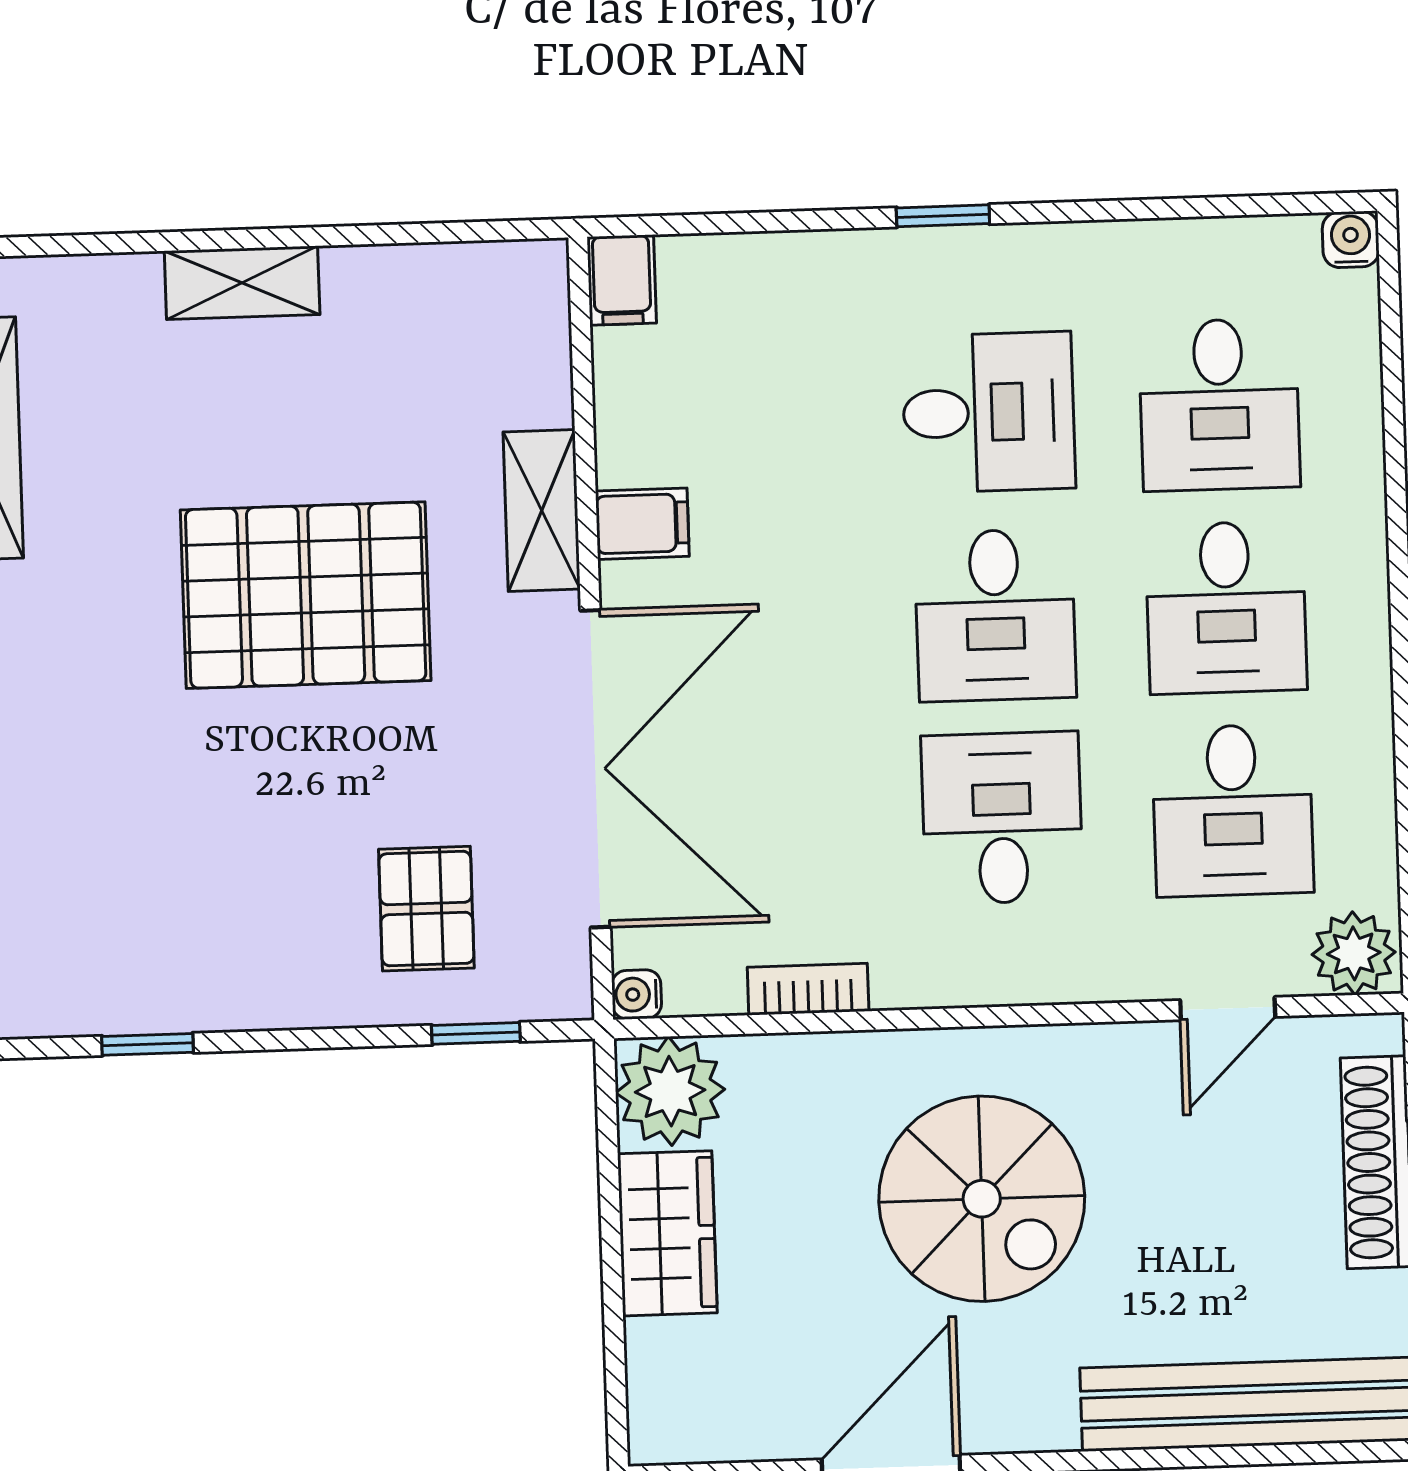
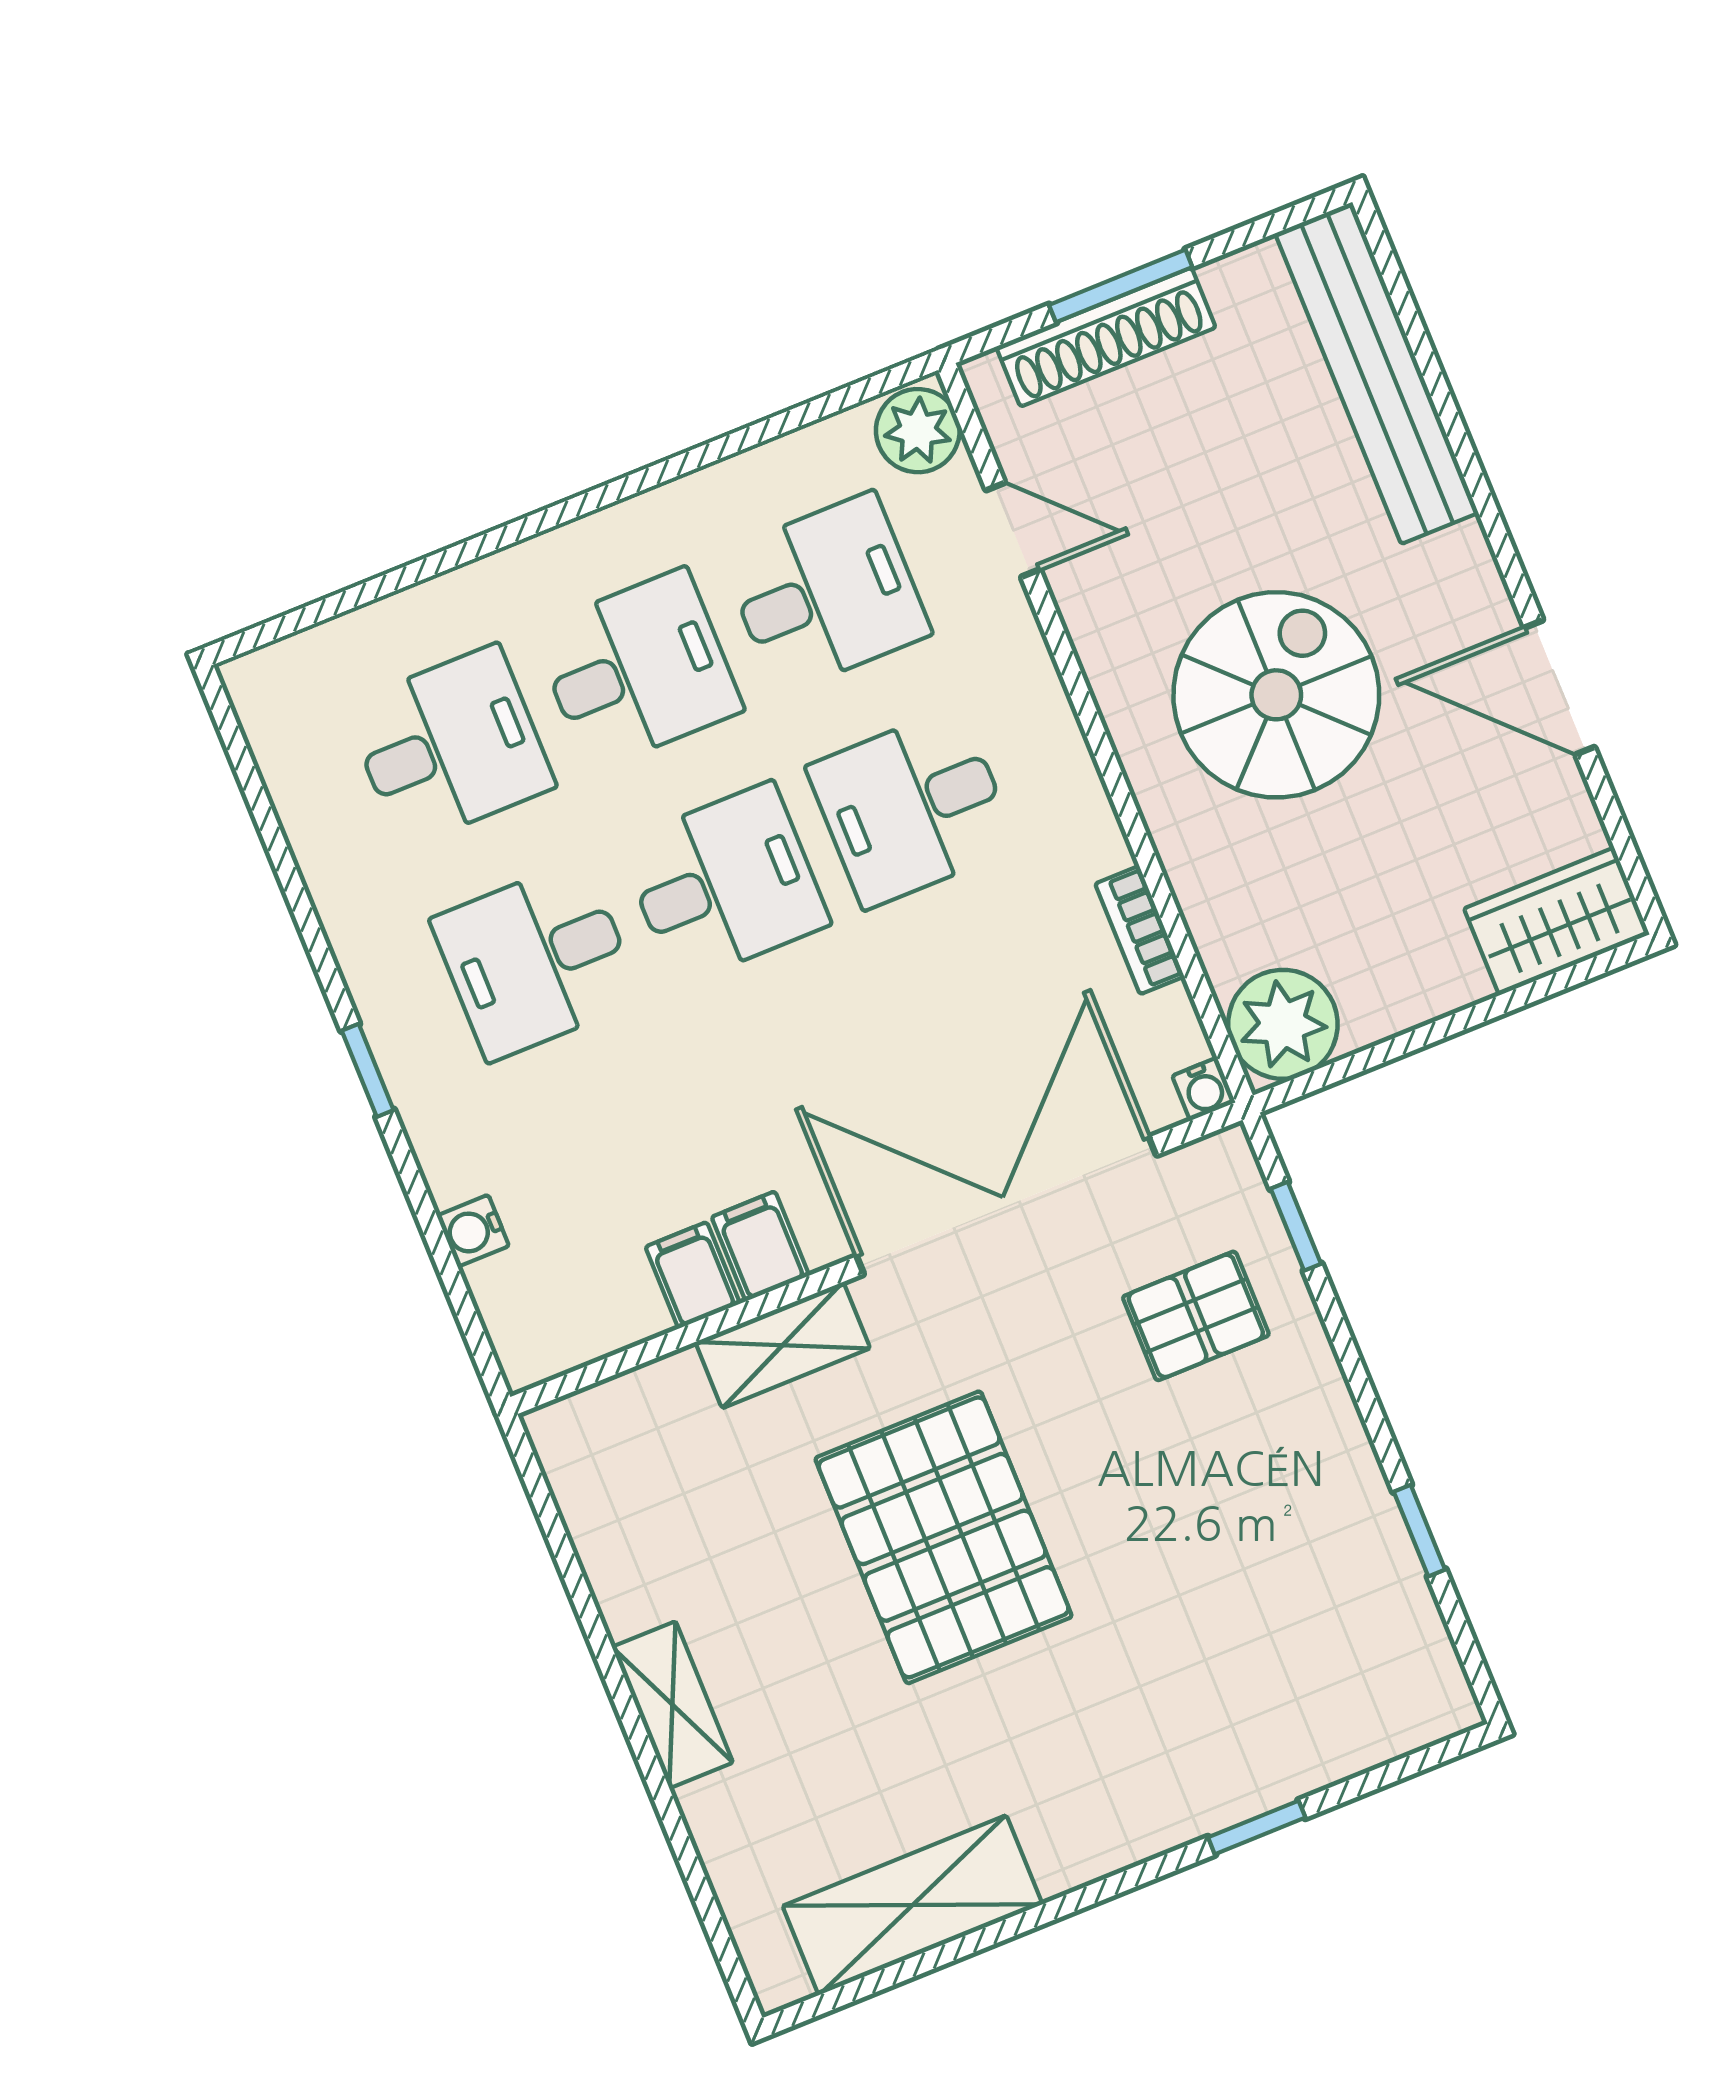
water cooler: (1351, 239) -> (473, 1231), moved
filing cabinet: (622, 280) -> (693, 1275), moved, turned -90
desk: (989, 412) -> (536, 960), turned -90
wardrobe: (667, 1233) -> (1557, 921), moved

